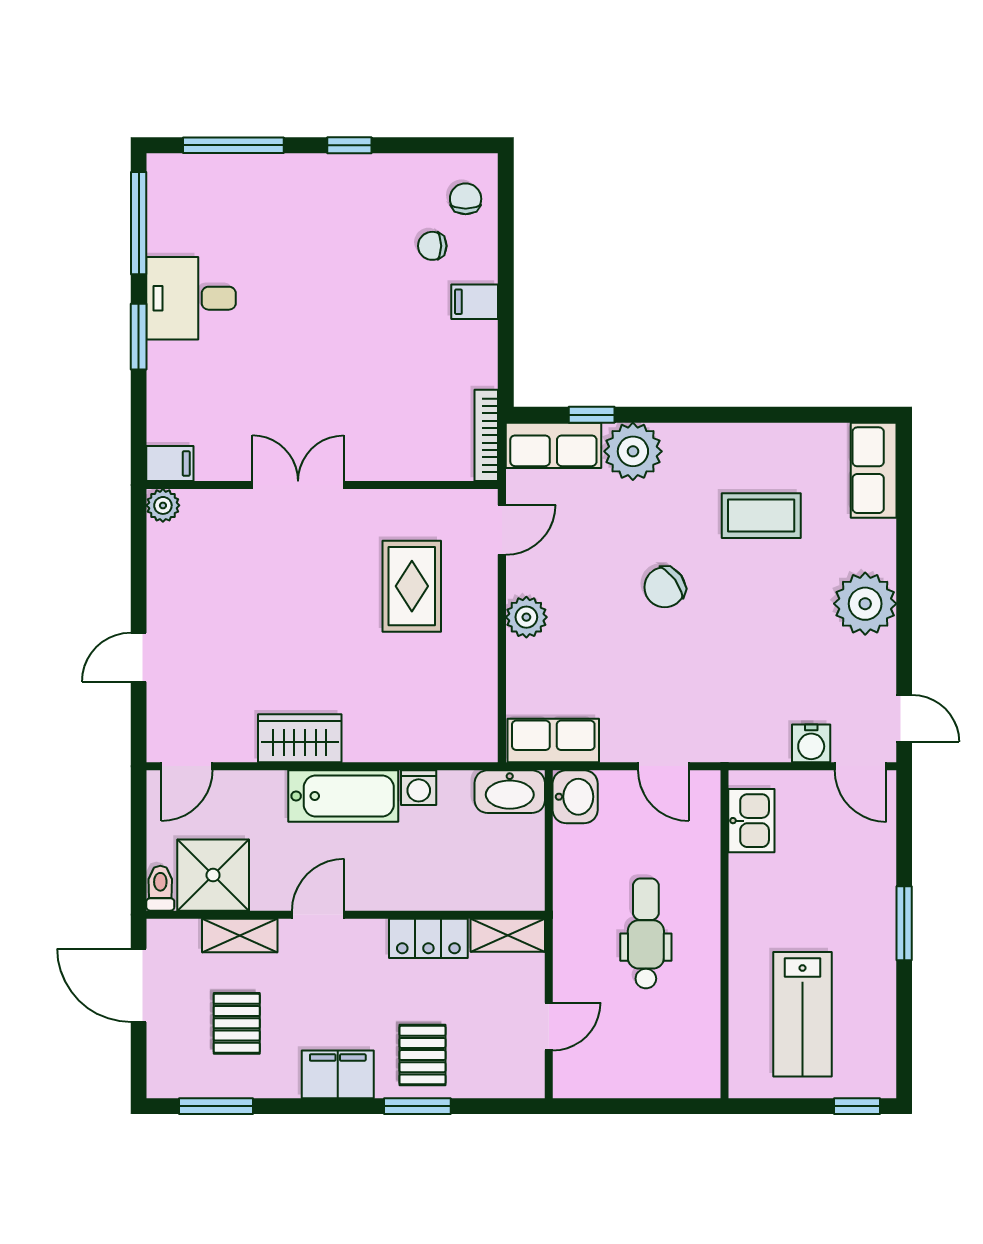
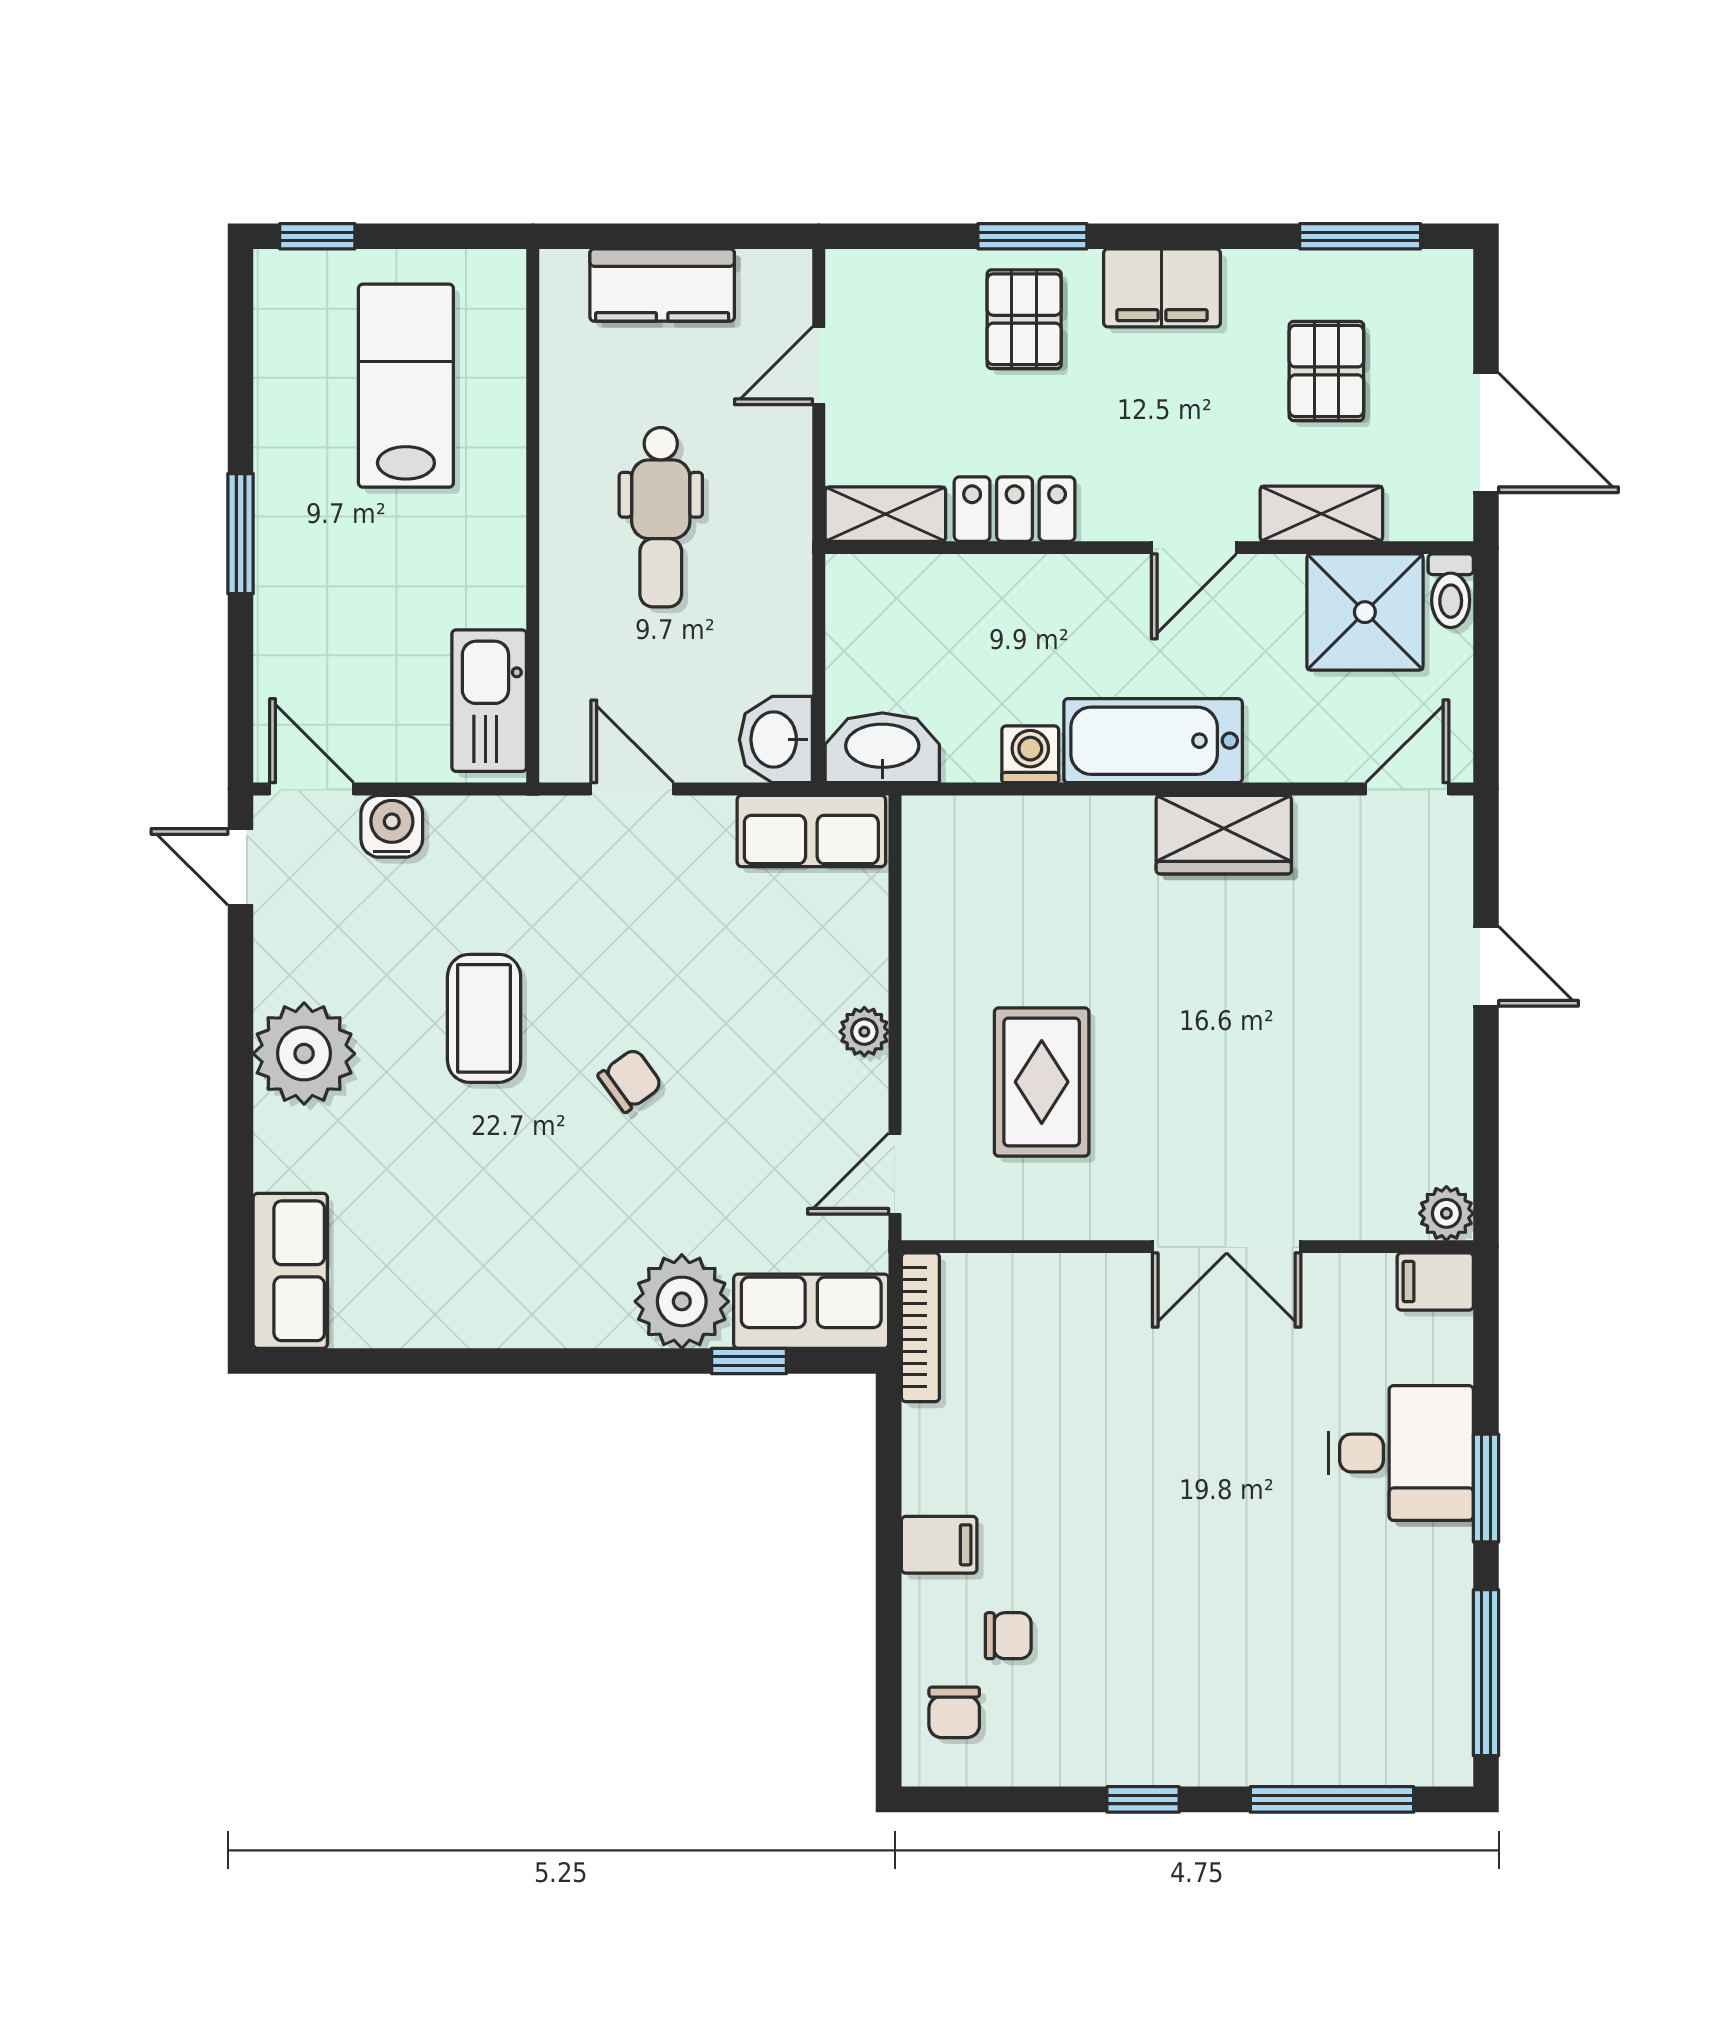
desk: (191, 298) -> (1401, 1453), moved
coffee table: (761, 516) -> (484, 1018), moved, turned 90
chair: (665, 587) -> (630, 1080), width x0.73, depth x0.73
plant: (526, 617) -> (864, 1032), width x0.73, depth x0.73
door: (139, 657) -> (1486, 966), hinge flipped
kitchen sink: (751, 821) -> (489, 701), width x1.38
kitchen counter: (645, 1076) -> (662, 285), added

